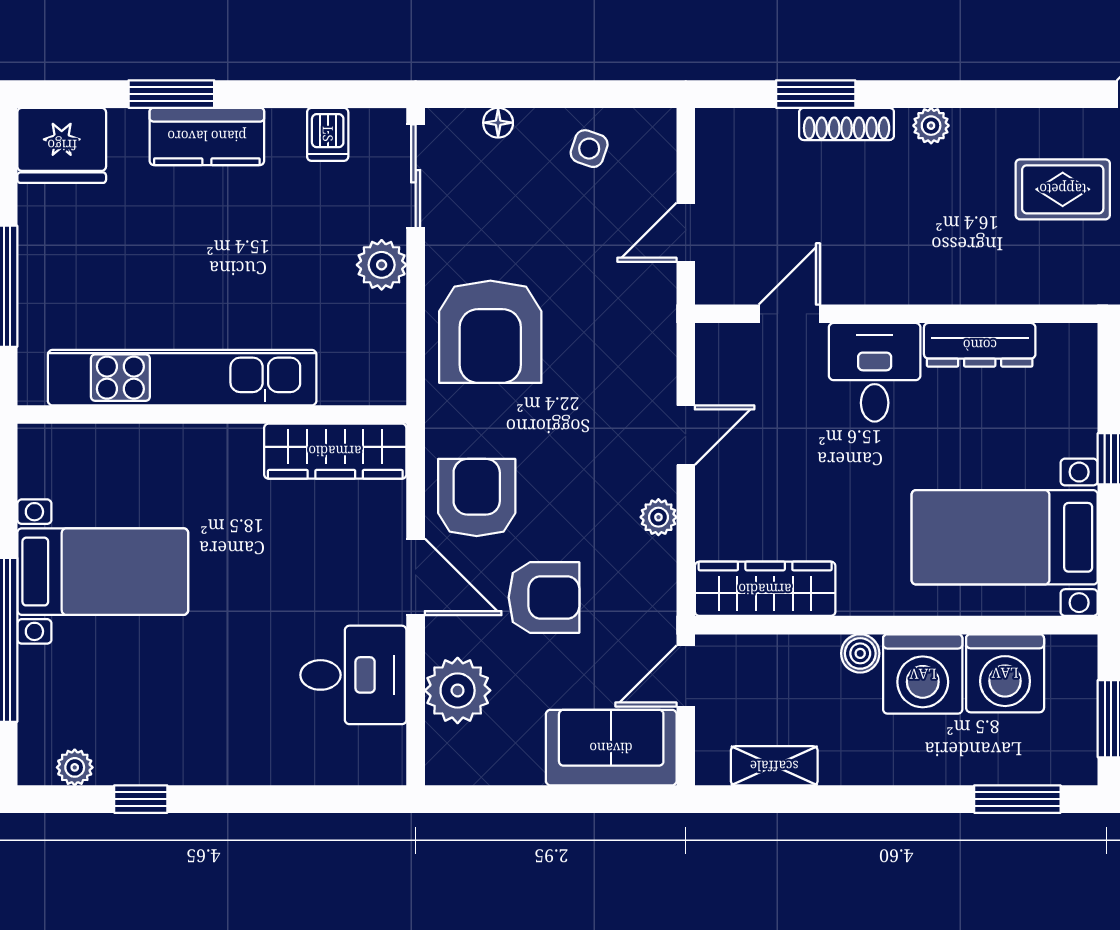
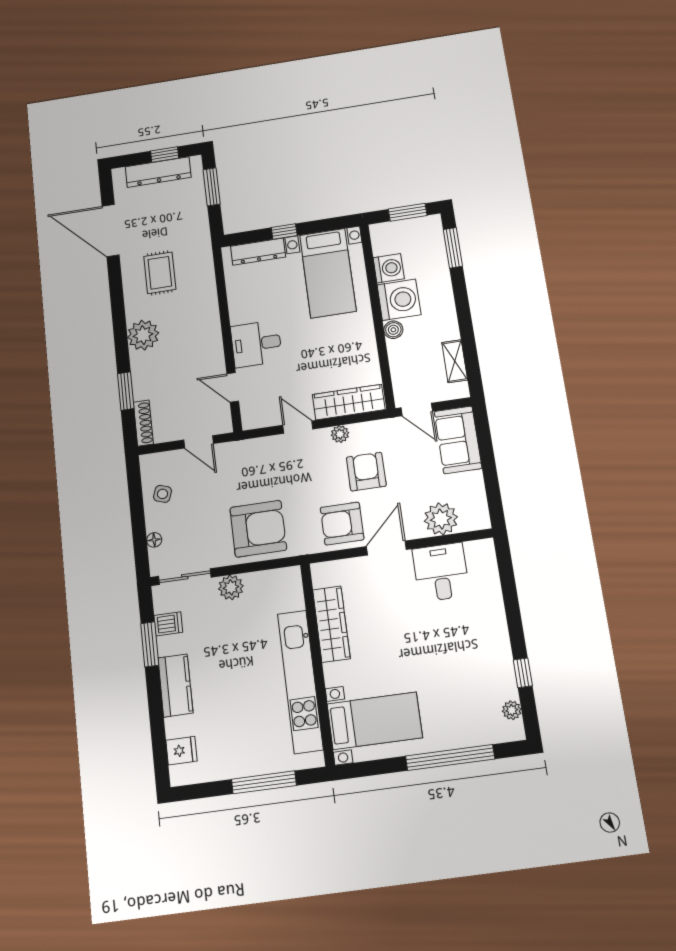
window: (171, 94) -> (150, 644), moved
shoe rack: (847, 124) -> (143, 423), moved
plant: (931, 126) -> (143, 335), width x1.87, depth x1.87
fridge: (62, 145) -> (182, 751), width x0.53, depth x0.75
dresser: (980, 345) -> (258, 252), moved, turned 90
wardrobe: (335, 451) -> (331, 624), moved
bed with nightstands: (103, 572) -> (375, 721), moved, turned 90
wardrobe: (765, 589) -> (349, 402), moved, turned 90
armchair: (544, 597) -> (366, 472), moved
washing machine: (1005, 673) -> (389, 268), width x0.73, depth x0.73

